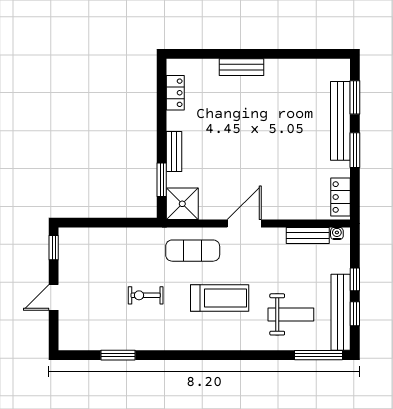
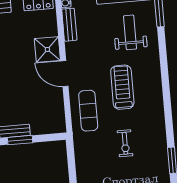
window: (162, 180) -> (20, 140), moved
shower: (182, 204) -> (47, 49), moved

